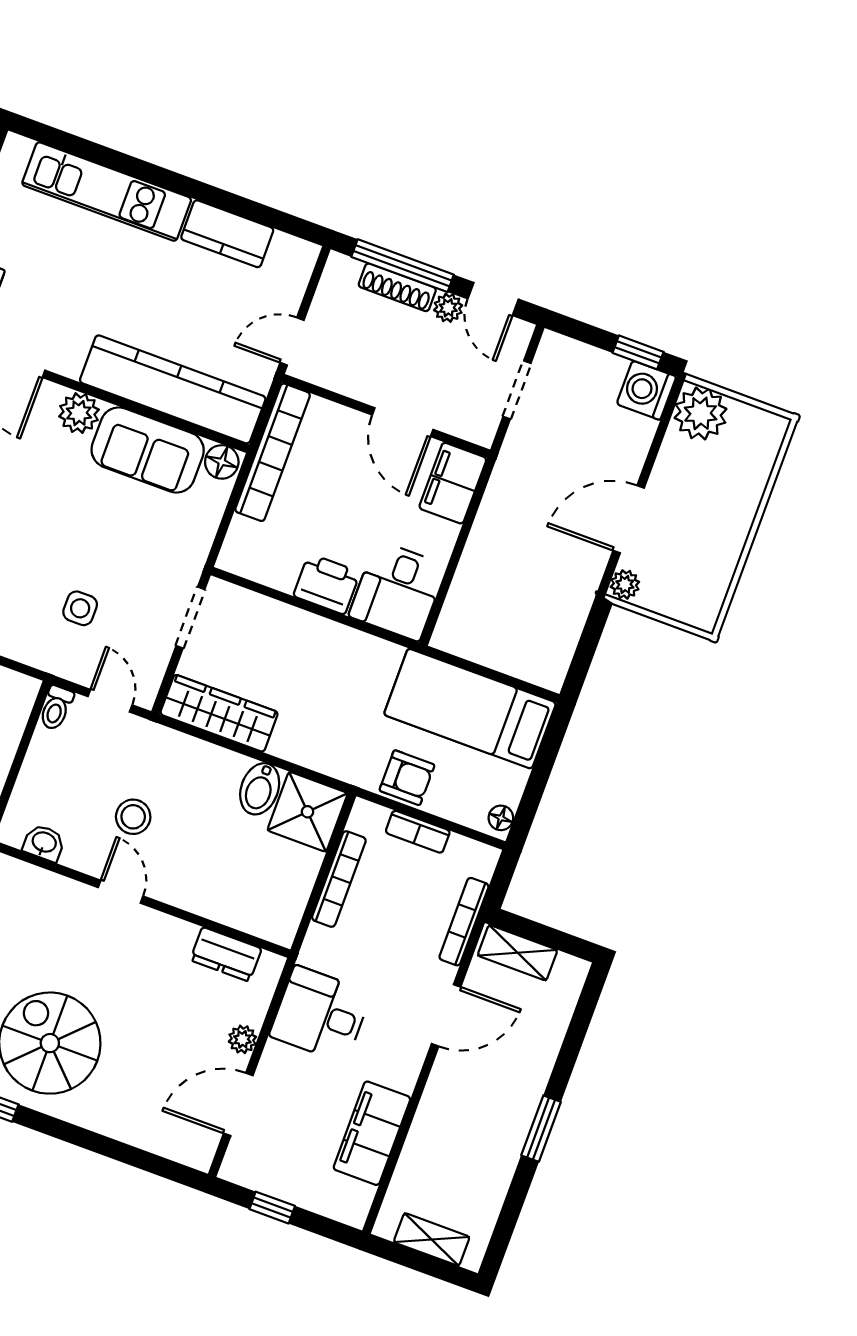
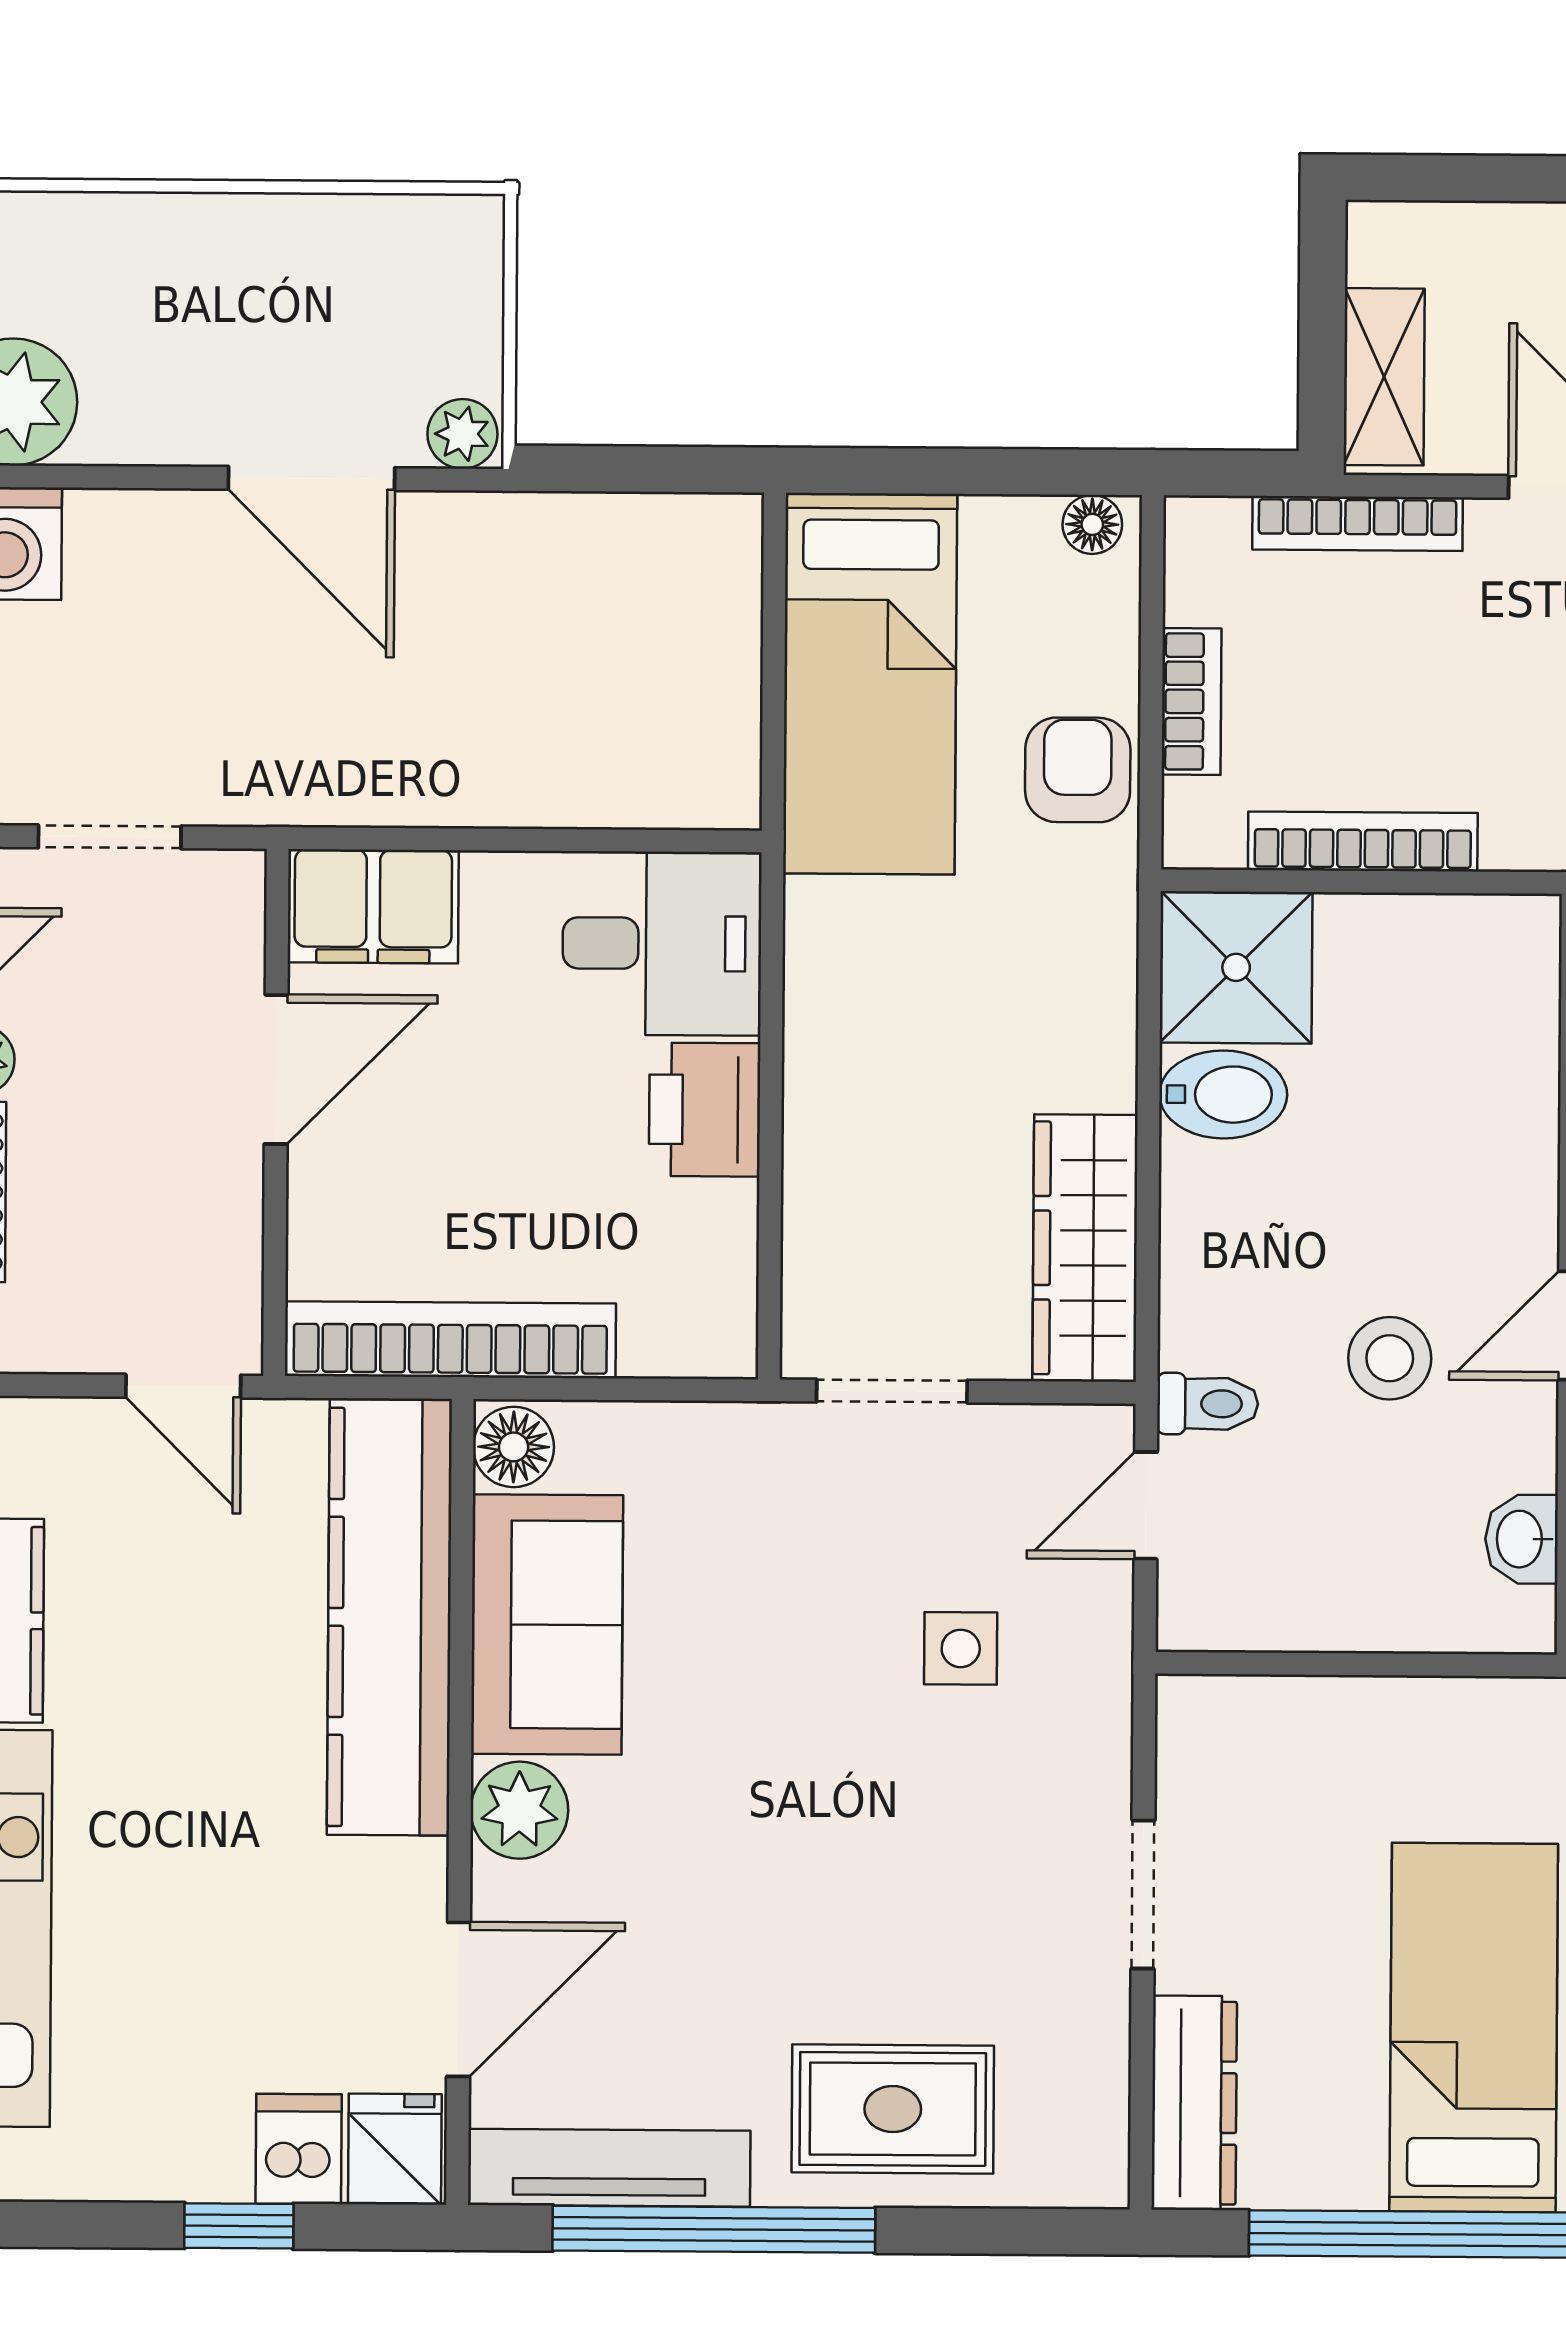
toilet: (56, 708) -> (1207, 1404), moved

